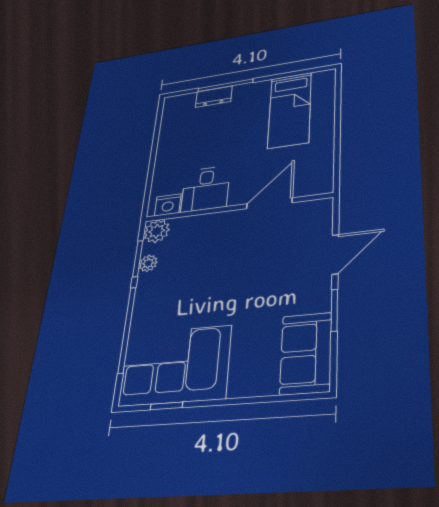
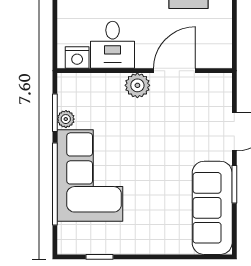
plant: (157, 231) -> (137, 85), moved
sofa: (306, 353) -> (212, 208), width x1.36
corner sofa: (175, 366) -> (90, 175), moved, turned 90

